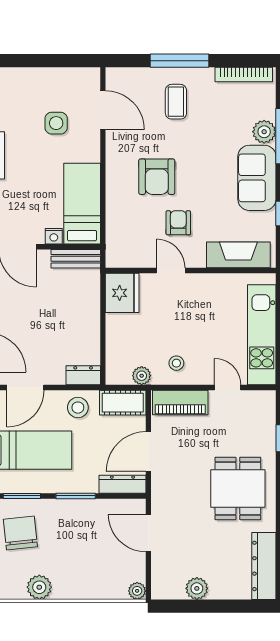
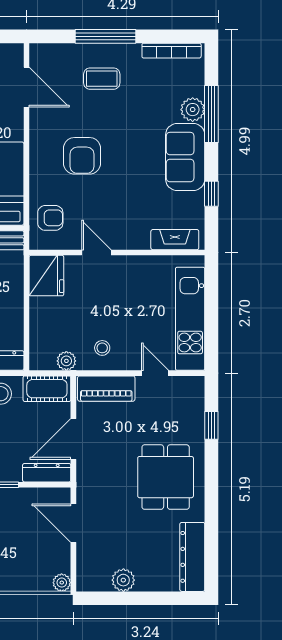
coffee table: (176, 102) -> (102, 79), turned 90
armchair: (178, 223) -> (50, 218), moved, turned 90
fireplace: (238, 255) -> (175, 240), width x0.73, depth x0.76

